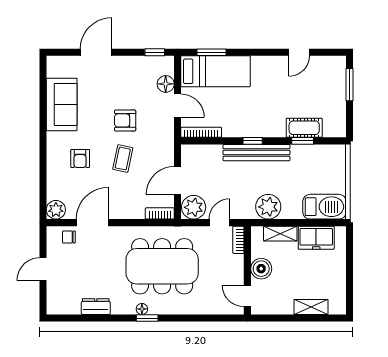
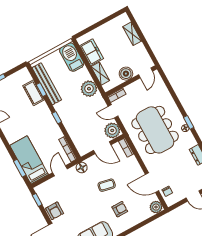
floor lamp: (166, 84) -> (82, 168), moved
armchair: (125, 120) -> (55, 211), moved
bench: (256, 153) -> (47, 84), moved

